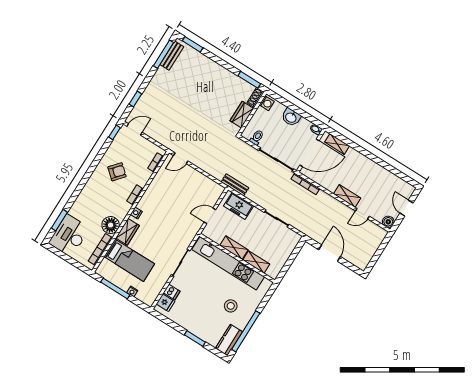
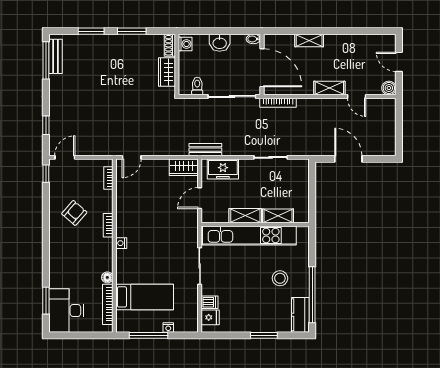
window: (193, 44) -> (91, 31), moved
window: (249, 80) -> (132, 31), moved
shelving: (337, 144) -> (309, 41), moved
door: (309, 153) -> (262, 68), hinge flipped
door: (362, 214) -> (357, 97), hinge flipped
floor lamp: (111, 225) -> (107, 277), width x0.53, depth x0.53
wardrobe: (127, 232) -> (184, 167), moved, turned 90

